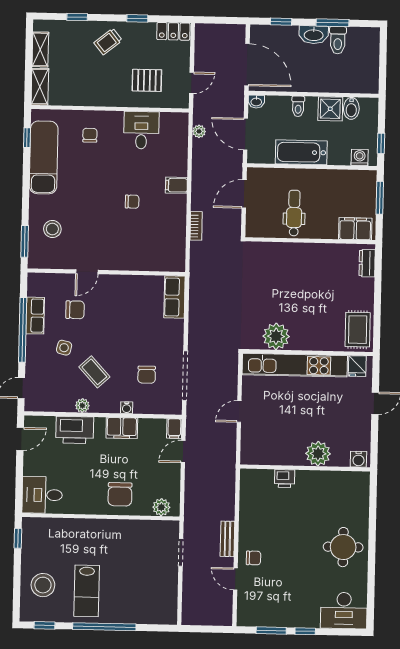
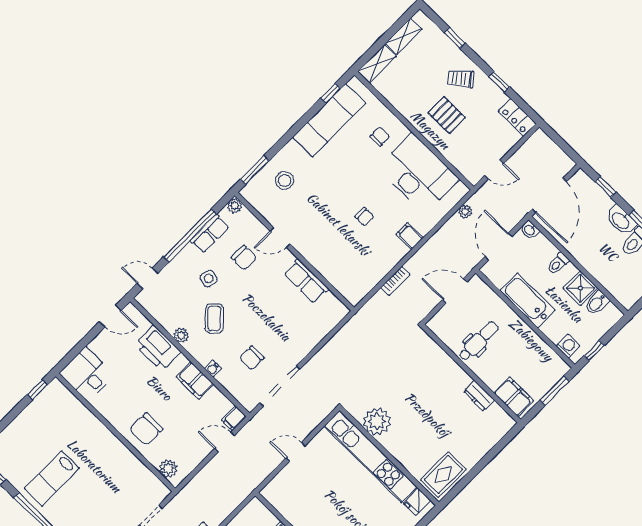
pallet: (147, 80) -> (447, 115), moved
desk: (141, 130) -> (418, 173), width x1.87, depth x1.30
dresser: (367, 263) -> (479, 396), moved, turned -90
plant: (34, 280) -> (235, 206), added
row of seats: (174, 297) -> (306, 281), moved, turned -90
stool: (43, 585) -> (23, 443), removed

